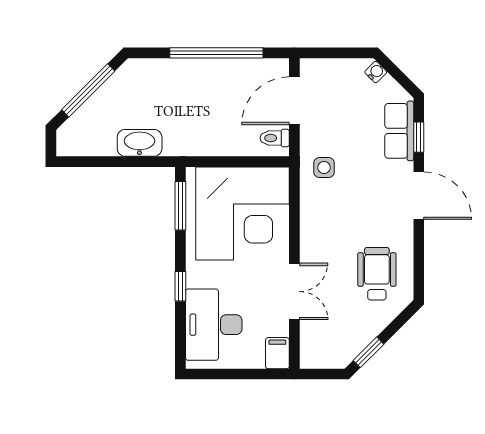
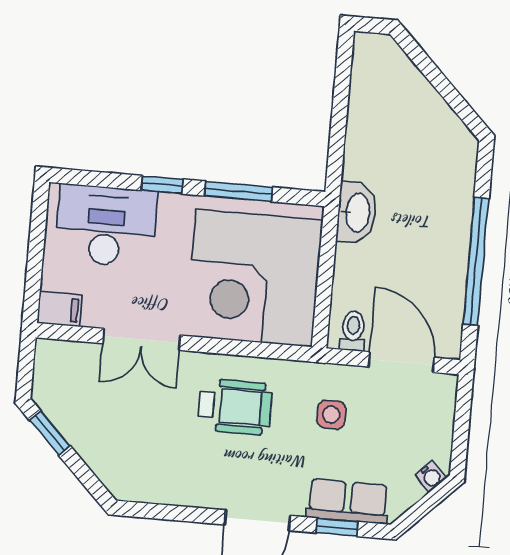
window: (88, 90) -> (440, 82), removed
washbasin: (140, 143) -> (357, 212), moved
side table: (324, 168) -> (331, 415), moved
window: (180, 206) -> (239, 191), moved
wheelchair: (377, 274) -> (235, 407), moved

